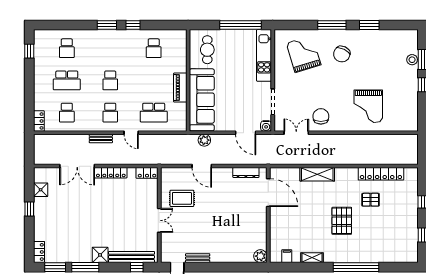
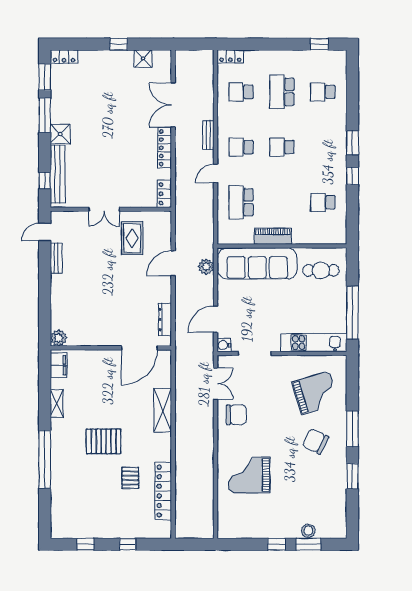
filing cabinet: (287, 256) -> (59, 365), width x2.00

